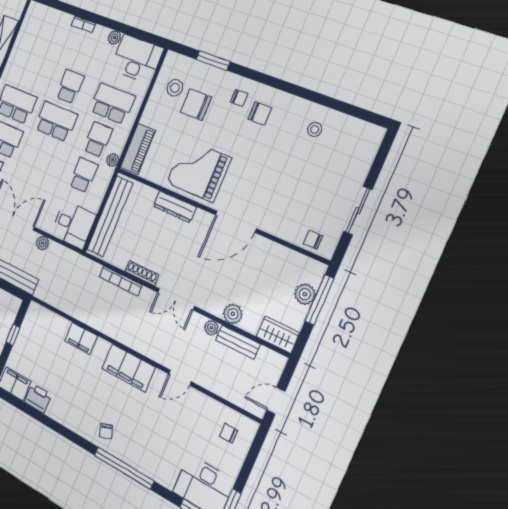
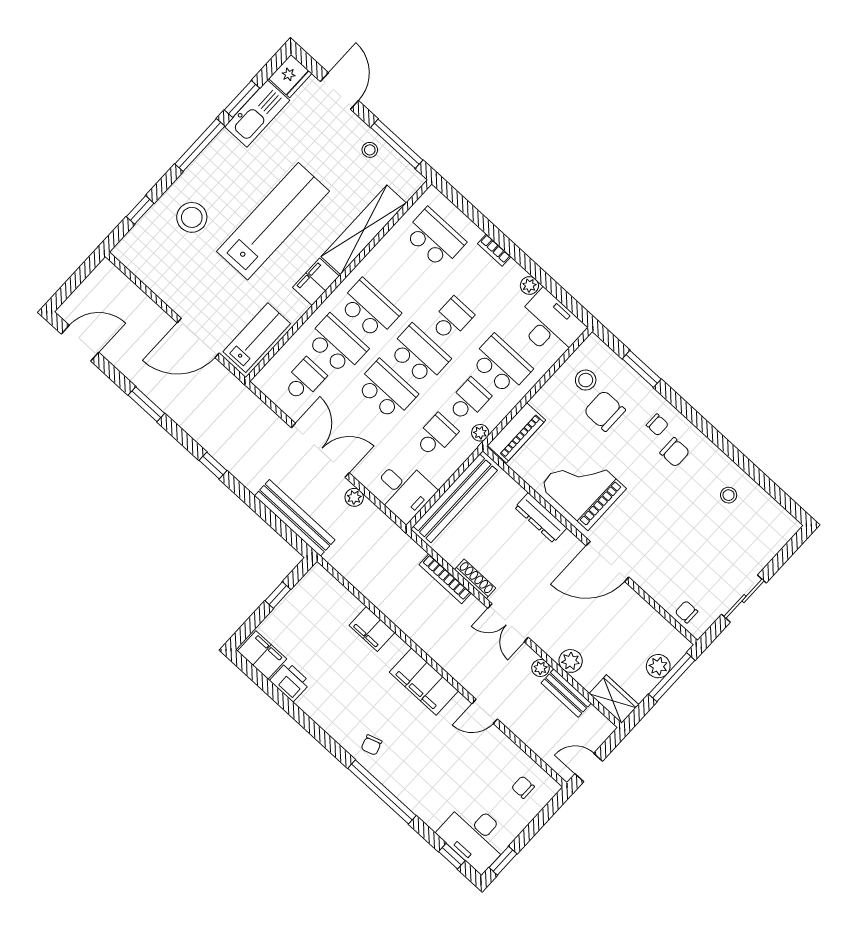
school desk: (43, 36) -> (435, 238), added
school desk: (42, 156) -> (386, 390), added

